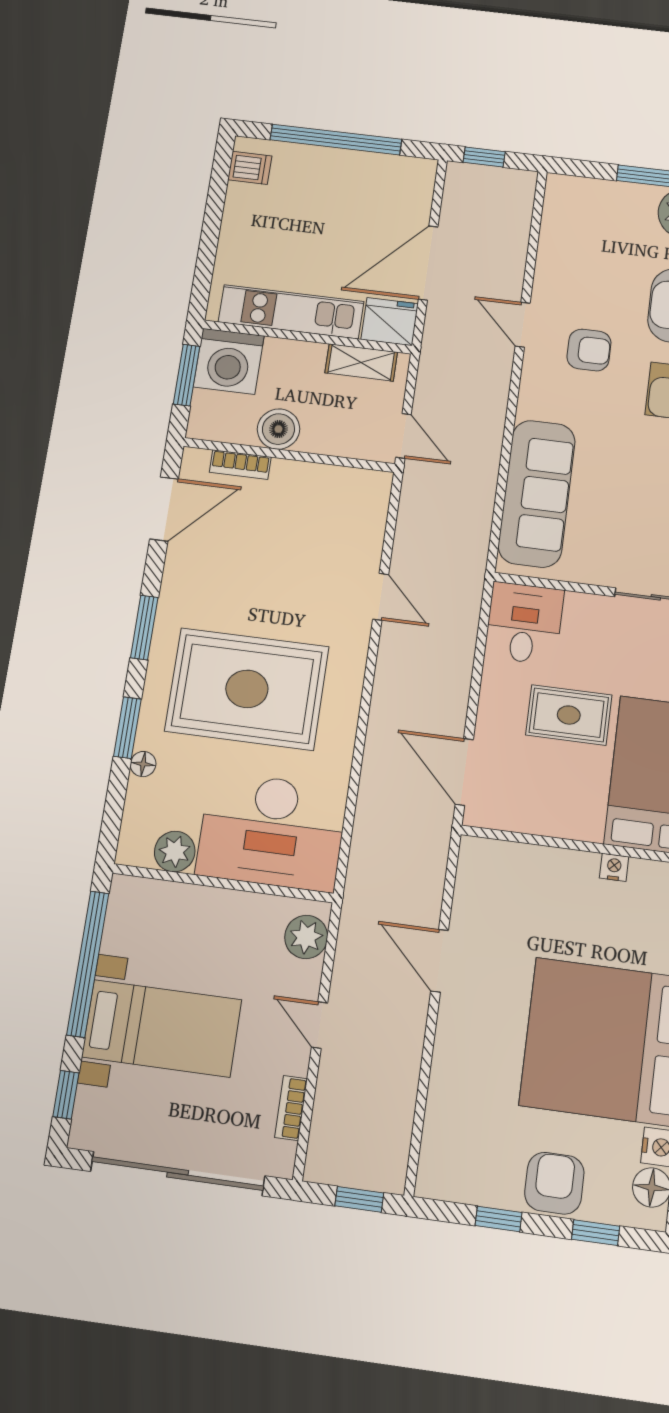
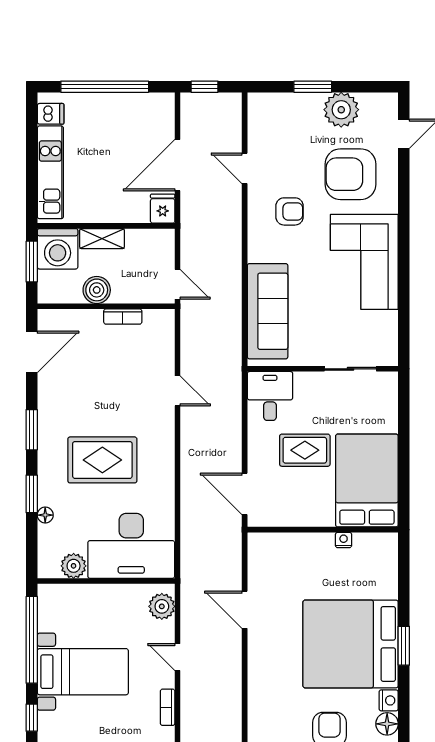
kitchen unit: (291, 312) -> (50, 172), moved, turned 90
fridge: (390, 322) -> (163, 209), width x0.72
door: (523, 325) -> (245, 168), moved
shelving: (361, 362) -> (102, 239), moved
bookcase: (240, 465) -> (123, 317), moved
rug: (247, 689) -> (102, 460), width x0.73, depth x0.69

